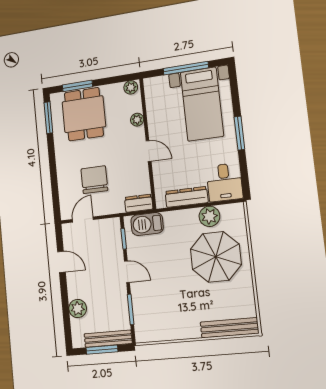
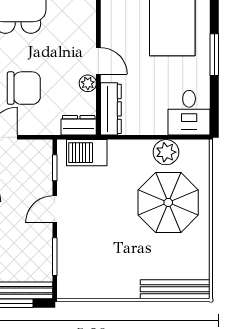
plant: (137, 120) -> (88, 83), moved
chair: (94, 180) -> (24, 88), turned 90
dresser: (187, 197) -> (111, 109), moved, turned 90
door: (127, 272) -> (55, 209), swing flipped

